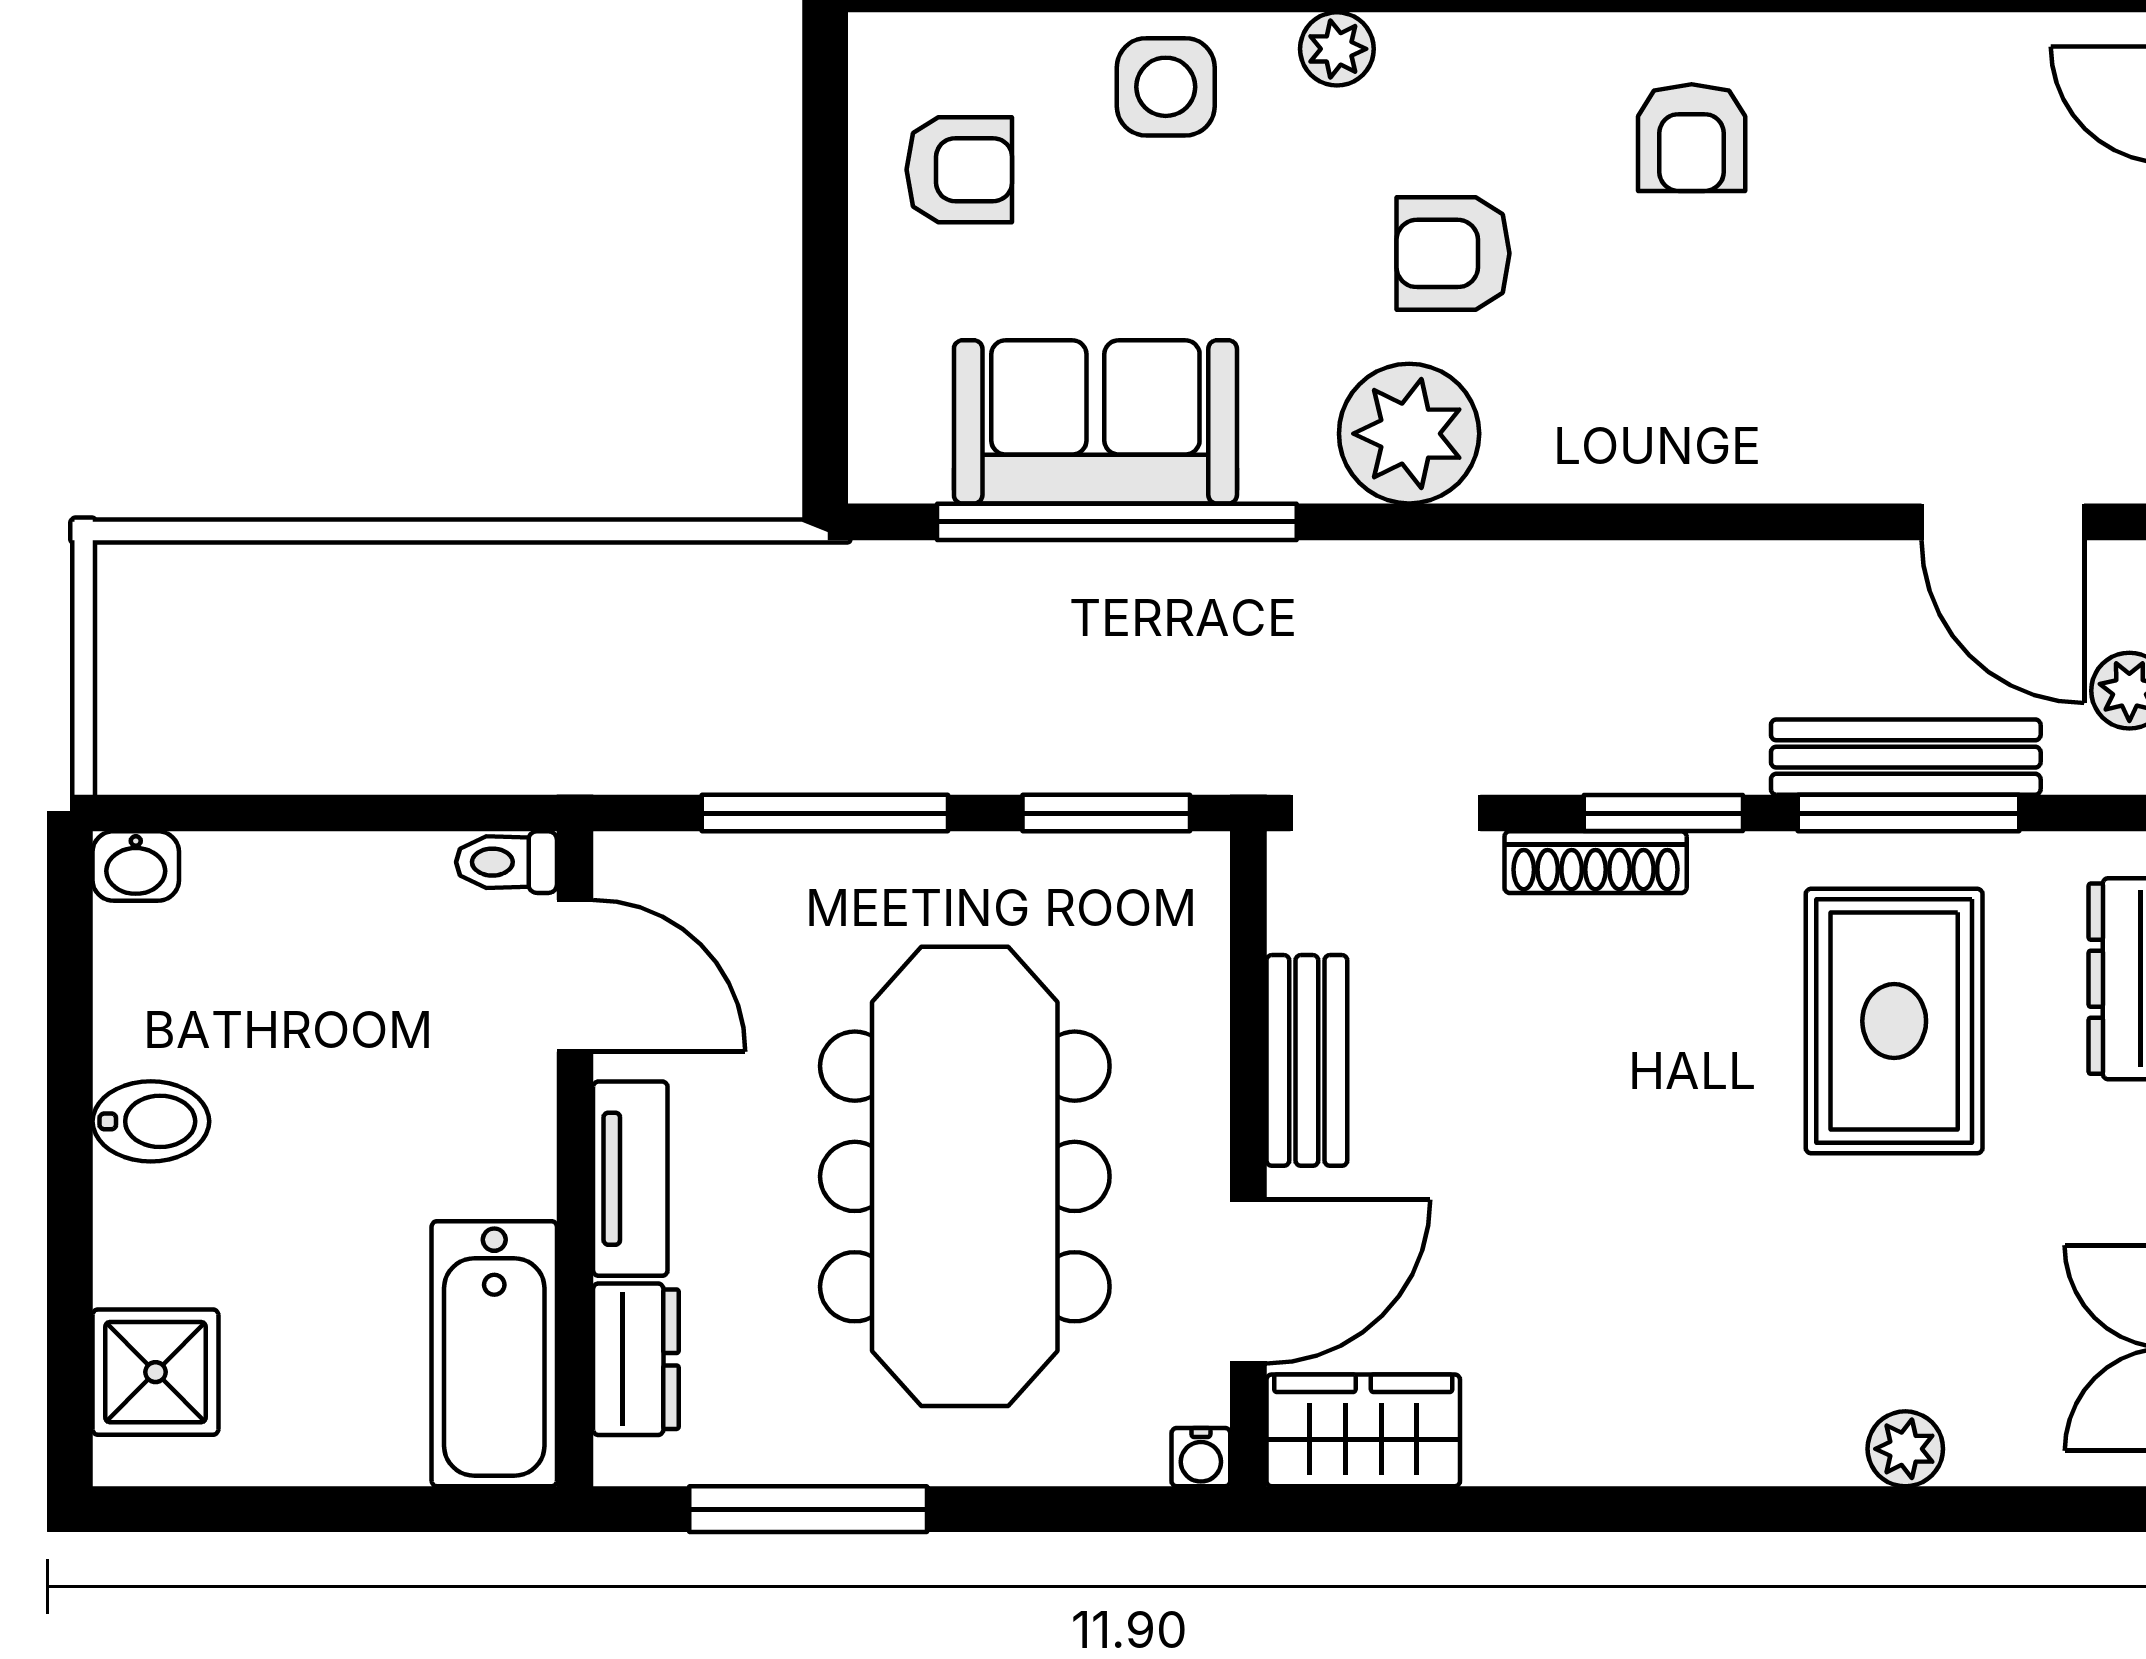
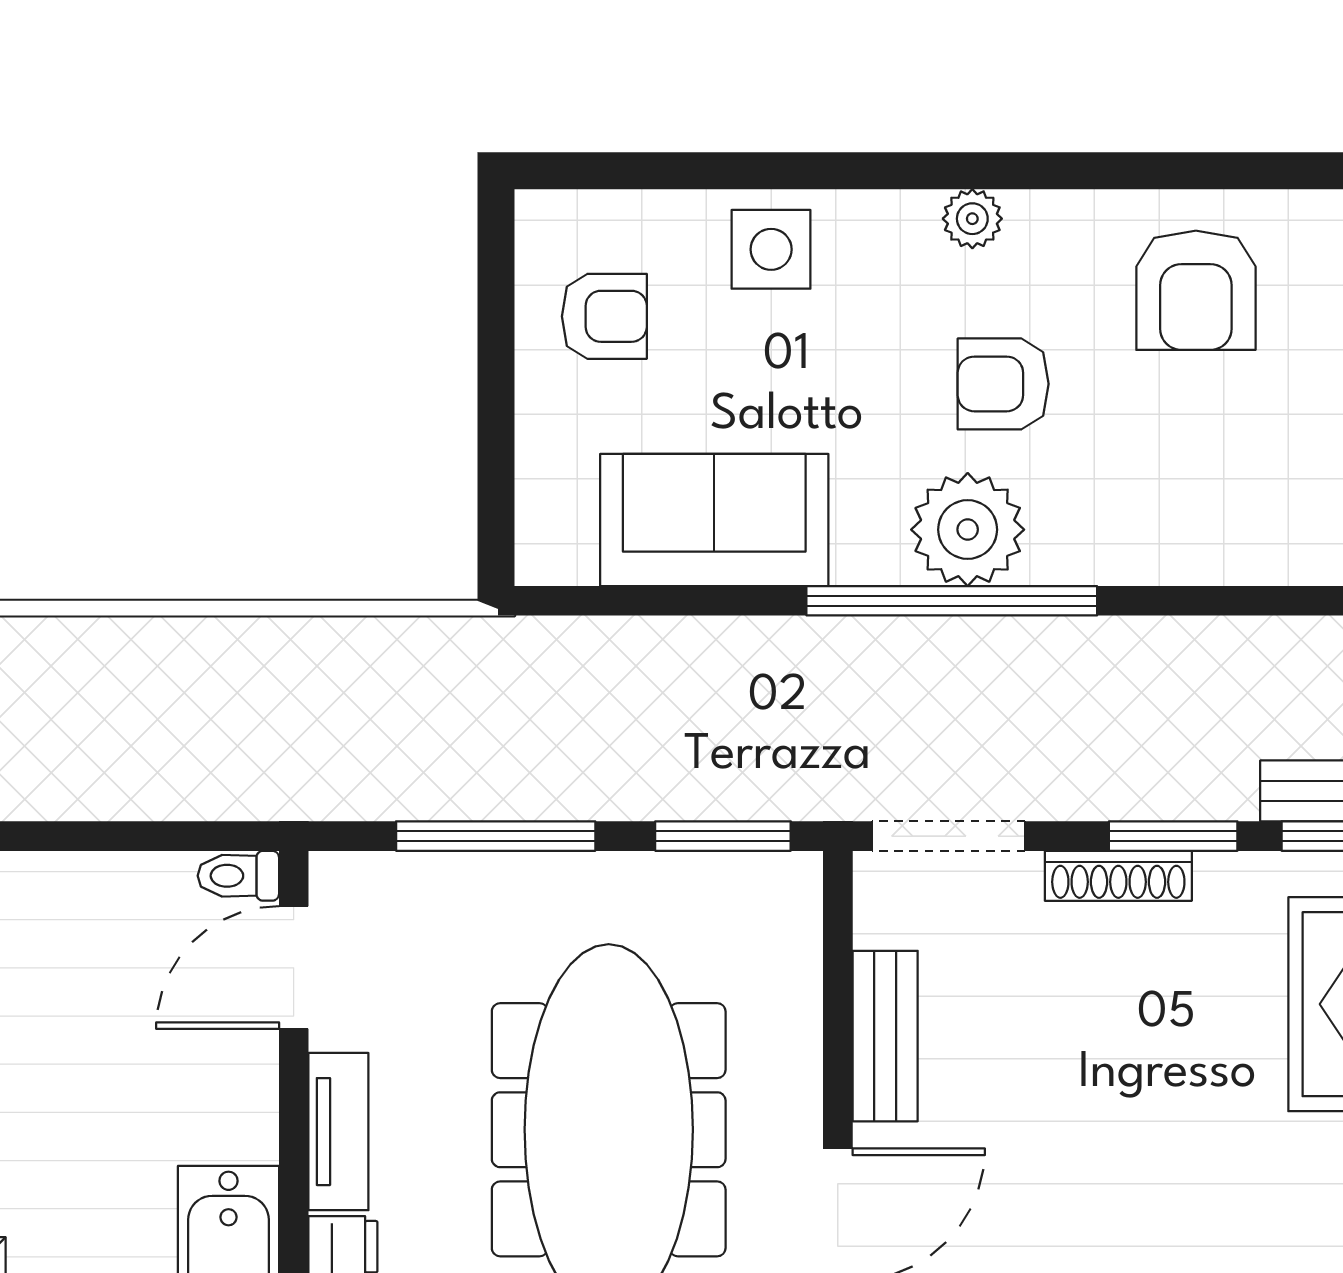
plant: (1337, 49) -> (972, 219), moved
armchair: (1692, 138) -> (1196, 290), width x1.38, depth x1.38
window: (1117, 522) -> (952, 601), moved
door: (575, 976) -> (294, 968), swing flipped

